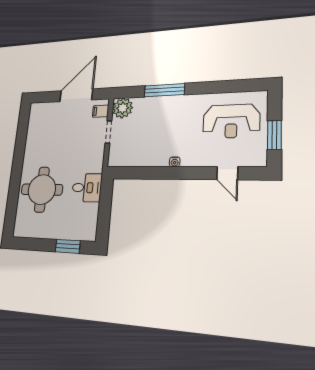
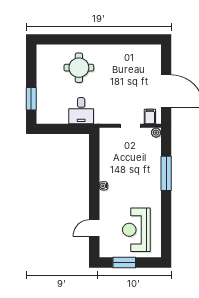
plant: (123, 108) -> (156, 133), width x0.53, depth x0.53
round table: (42, 190) -> (79, 68), width x0.73, depth x0.73

